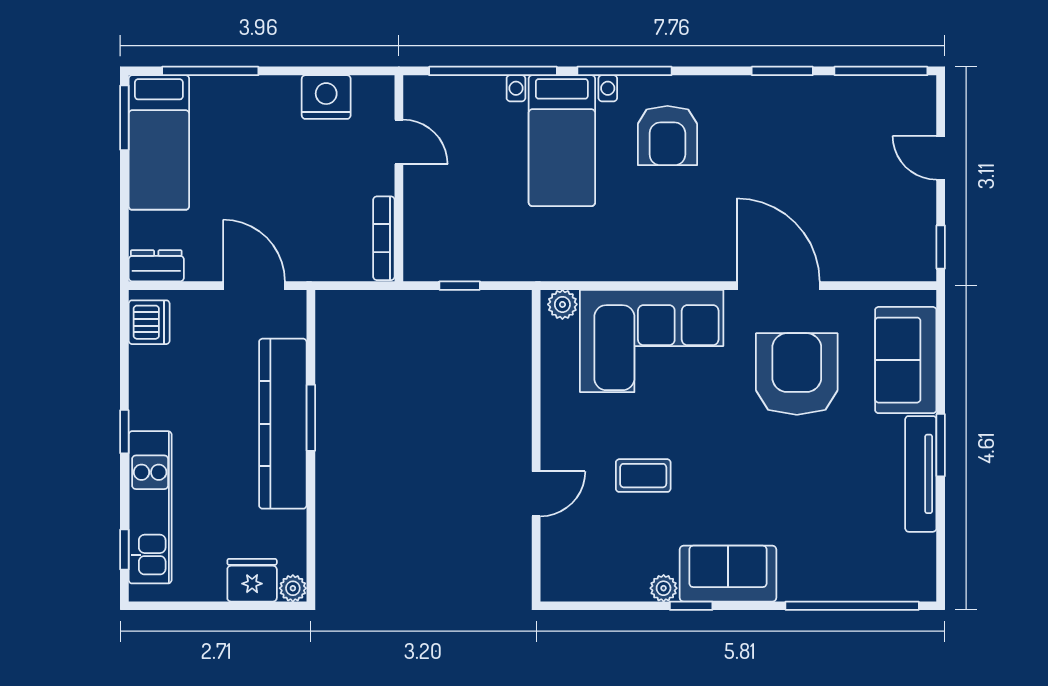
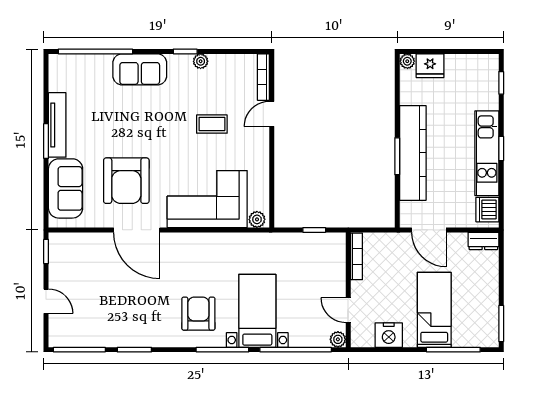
plant: (417, 89) -> (338, 339), added
bed: (159, 142) -> (434, 310), moved
kitchen unit: (150, 507) -> (487, 153), moved
bookcase: (551, 560) -> (263, 77), added
sofa: (728, 574) -> (140, 69), moved

